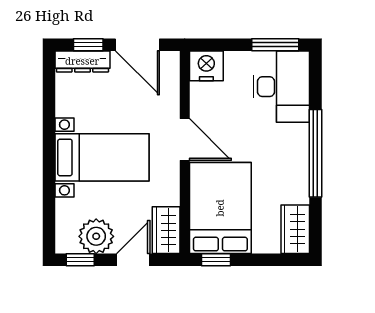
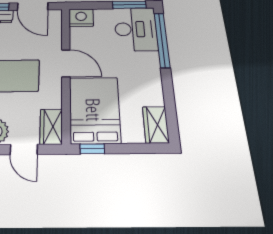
window: (315, 153) -> (162, 40), moved
door: (133, 260) -> (24, 150), swing flipped

